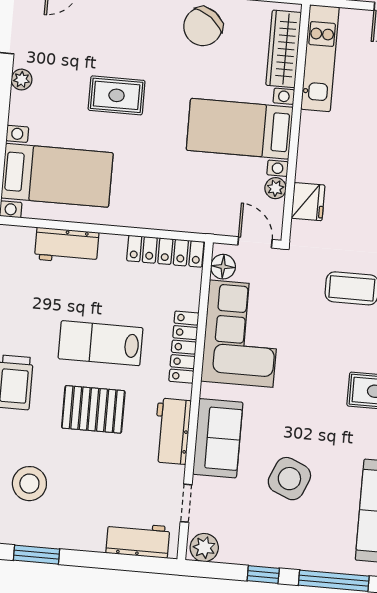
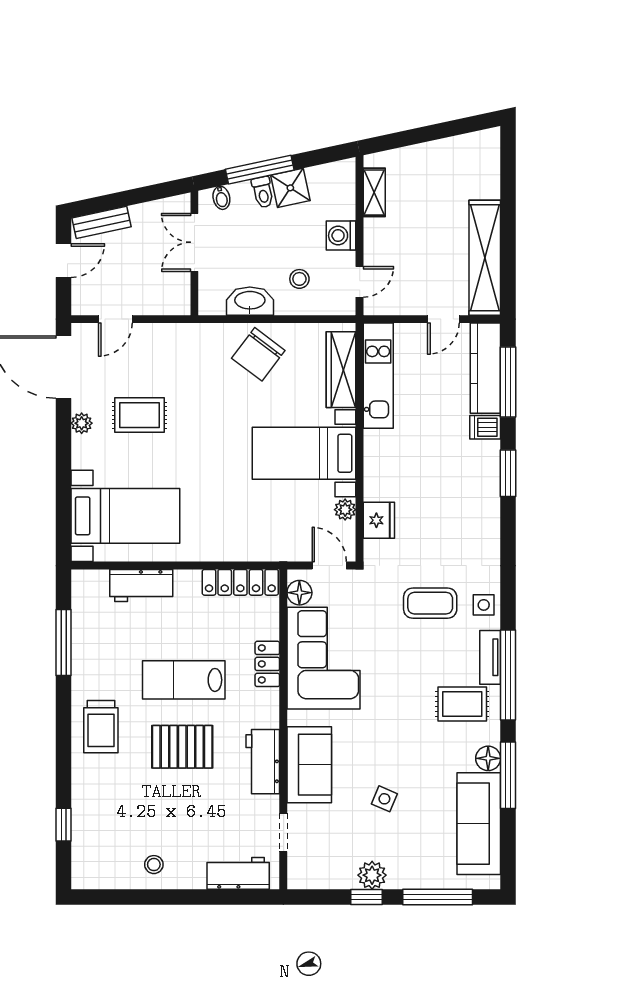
rug: (117, 95) -> (139, 415), moved
locker: (184, 347) -> (267, 664), width x0.66
side table: (289, 479) -> (384, 799), width x0.54, depth x0.54
stool: (29, 484) -> (154, 865), moved, width x0.53, depth x0.53
plant: (204, 548) -> (372, 875), moved
window: (37, 555) -> (138, 897), removed

